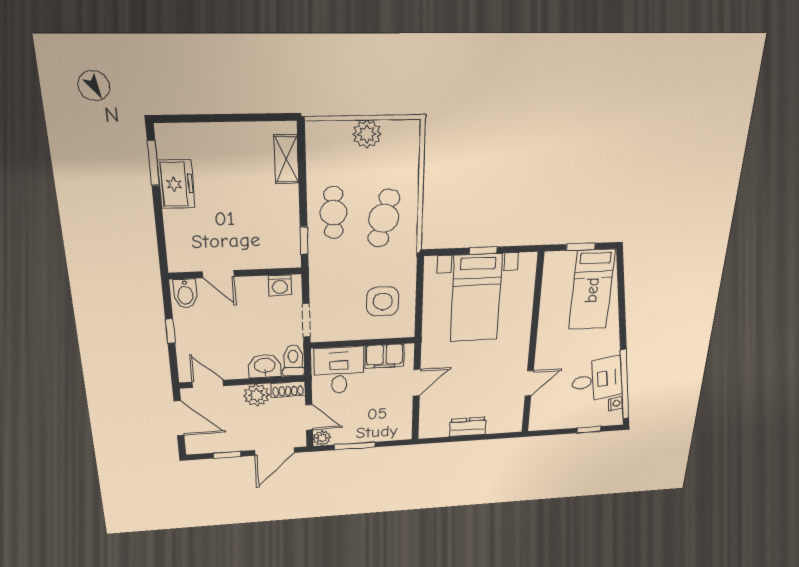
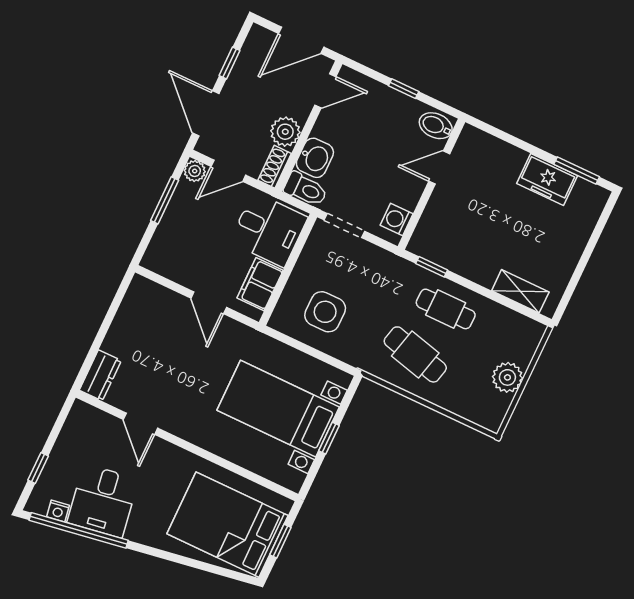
bed: (592, 290) -> (228, 525), width x1.50
dresser: (468, 427) -> (100, 375), moved

